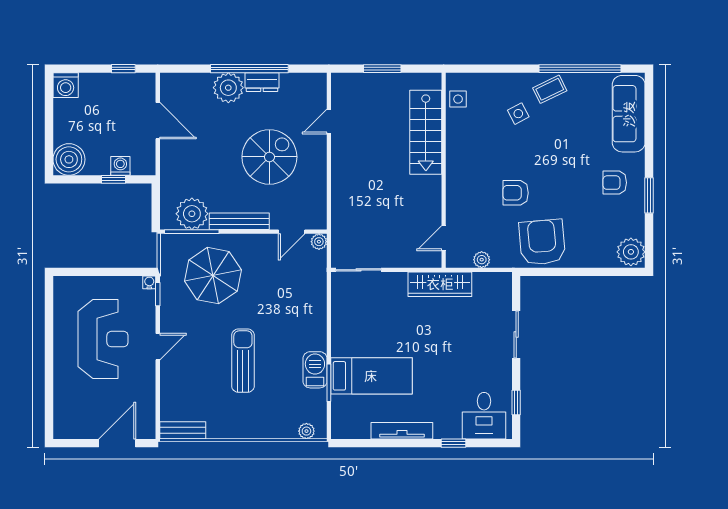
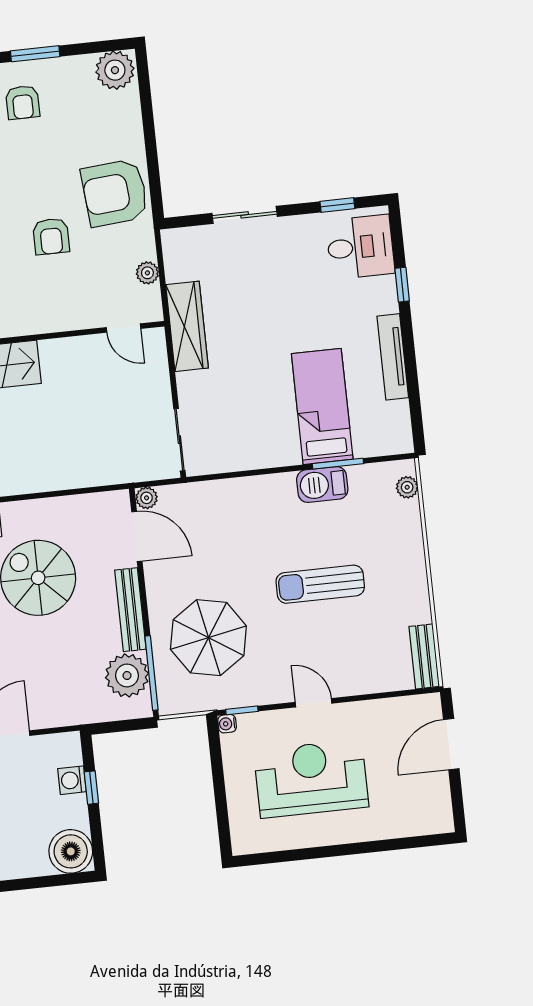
door: (292, 232) -> (137, 536), width x1.38
door: (117, 443) -> (451, 744), hinge flipped

